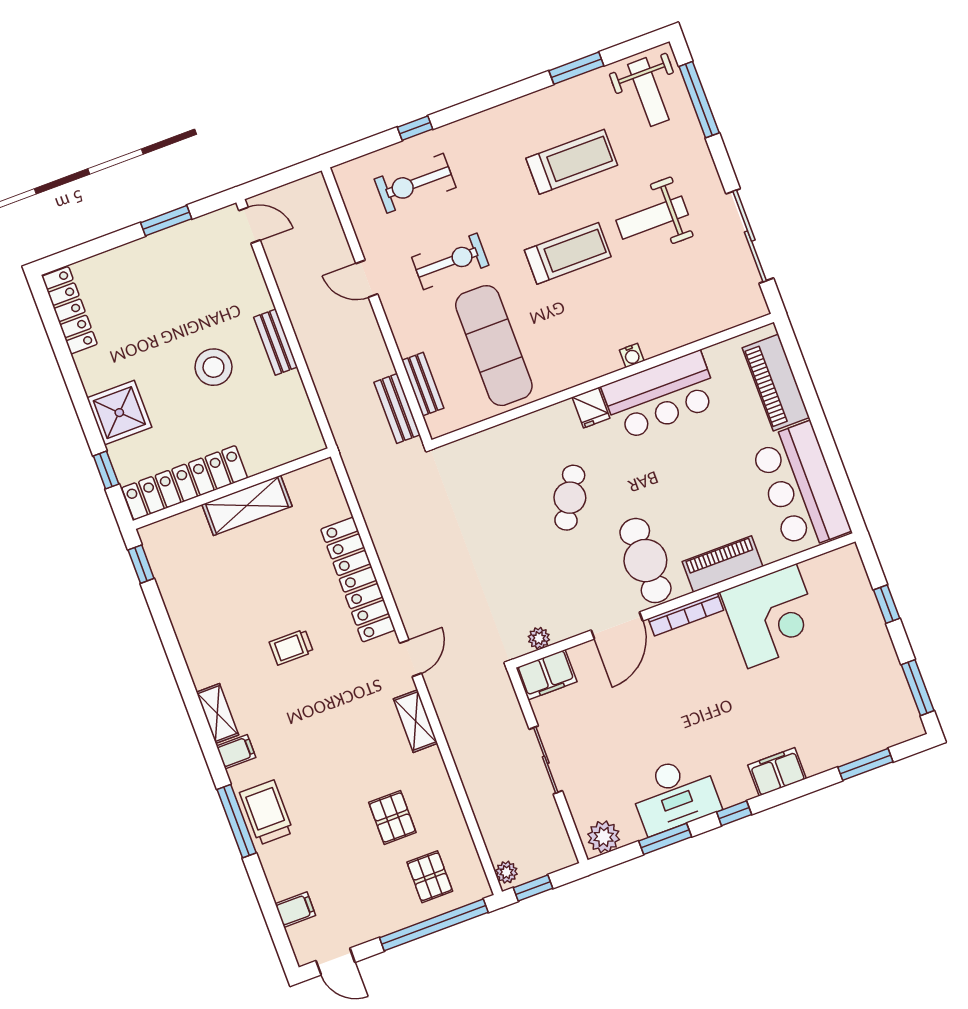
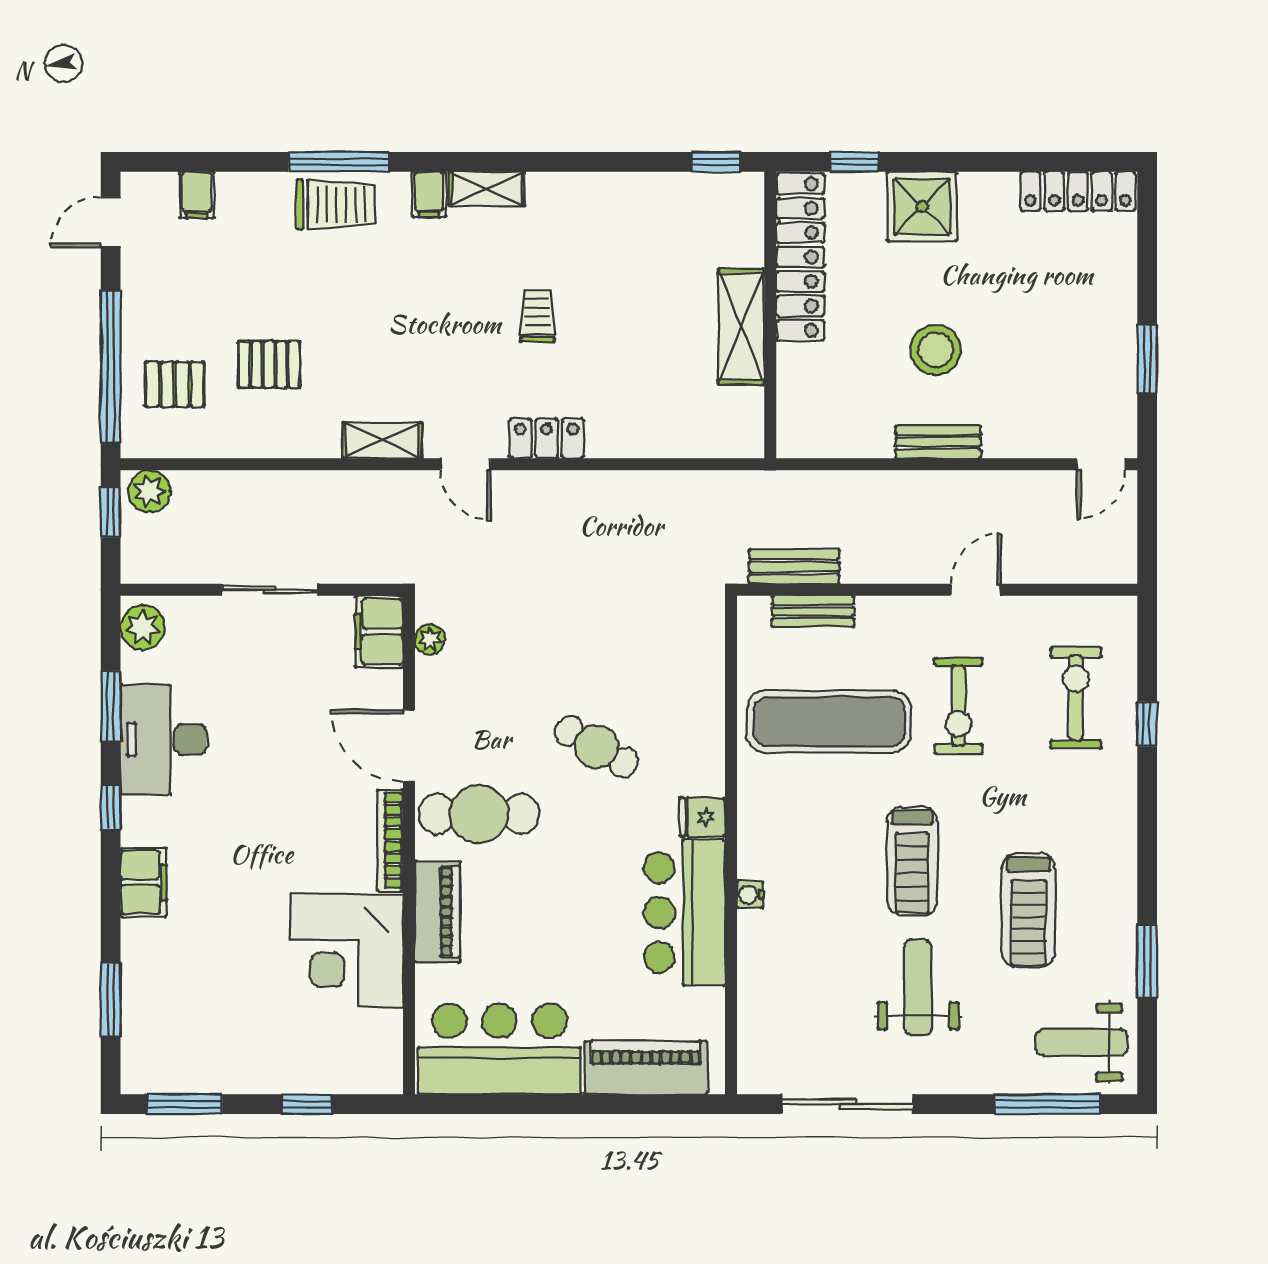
locker: (358, 580) -> (547, 438), width x0.46, depth x0.83
plant: (506, 872) -> (150, 491), width x1.38, depth x1.38

